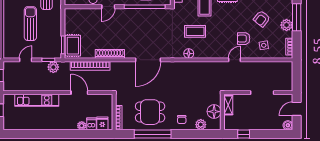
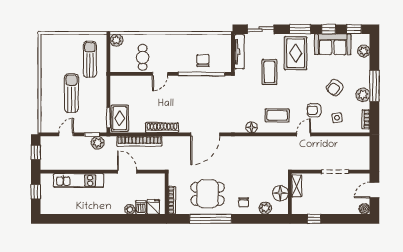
coffee table: (195, 31) -> (277, 115), moved

